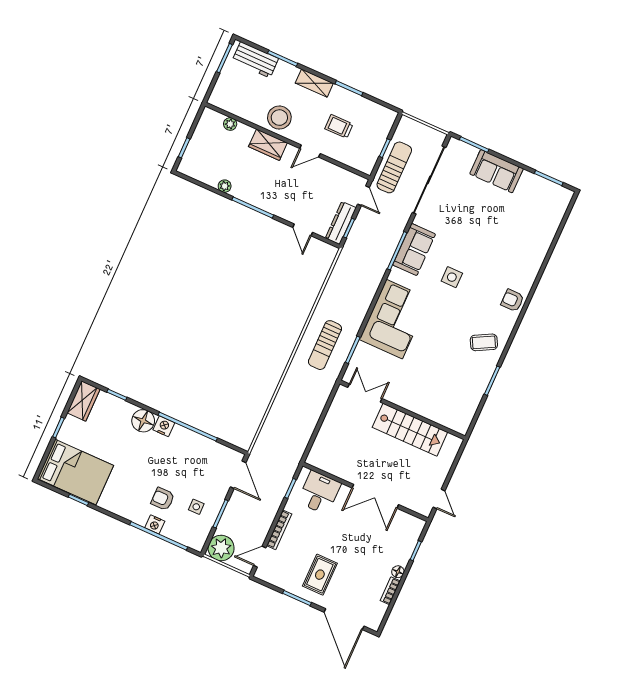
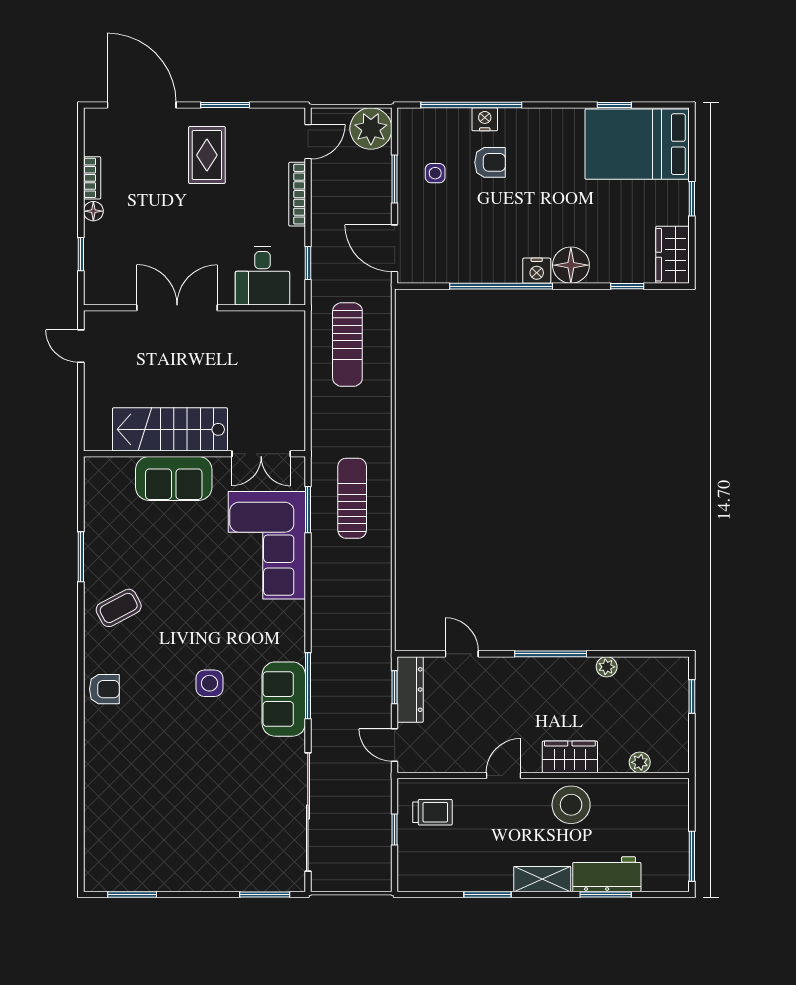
workbench: (255, 60) -> (607, 874), moved
trolley: (339, 126) -> (433, 812), moved
sun lounger: (394, 167) -> (347, 345), moved
sofa: (497, 171) -> (174, 478), moved, turned 180
corner sofa: (394, 319) -> (267, 545), moved

